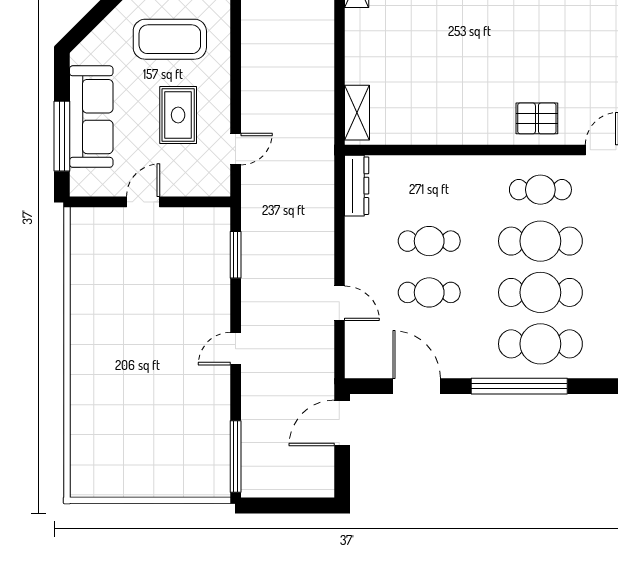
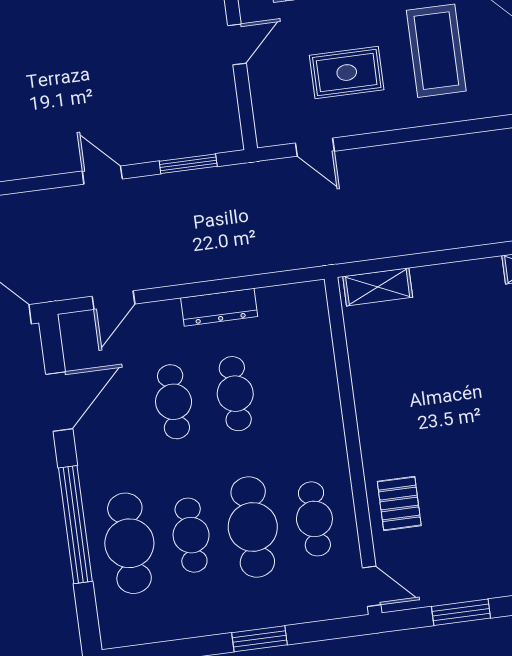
dresser: (357, 186) -> (219, 307), moved
door: (143, 202) -> (237, 44), hinge flipped
cafe table: (540, 292) -> (191, 535), width x0.73, depth x0.74
door: (339, 303) -> (114, 300), moved
door: (236, 349) -> (102, 175), moved

